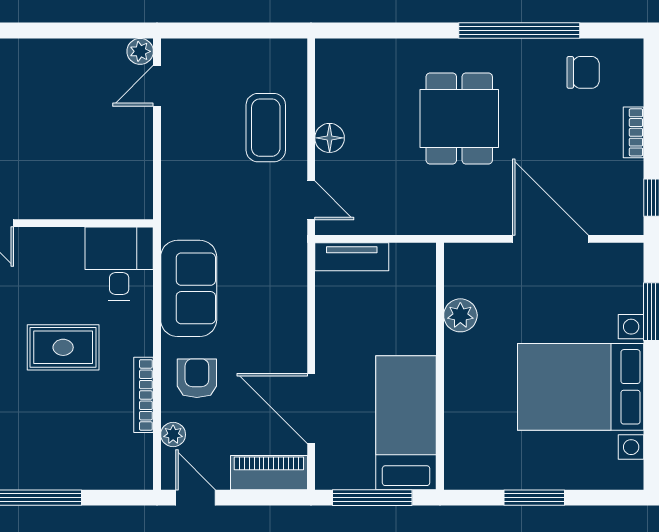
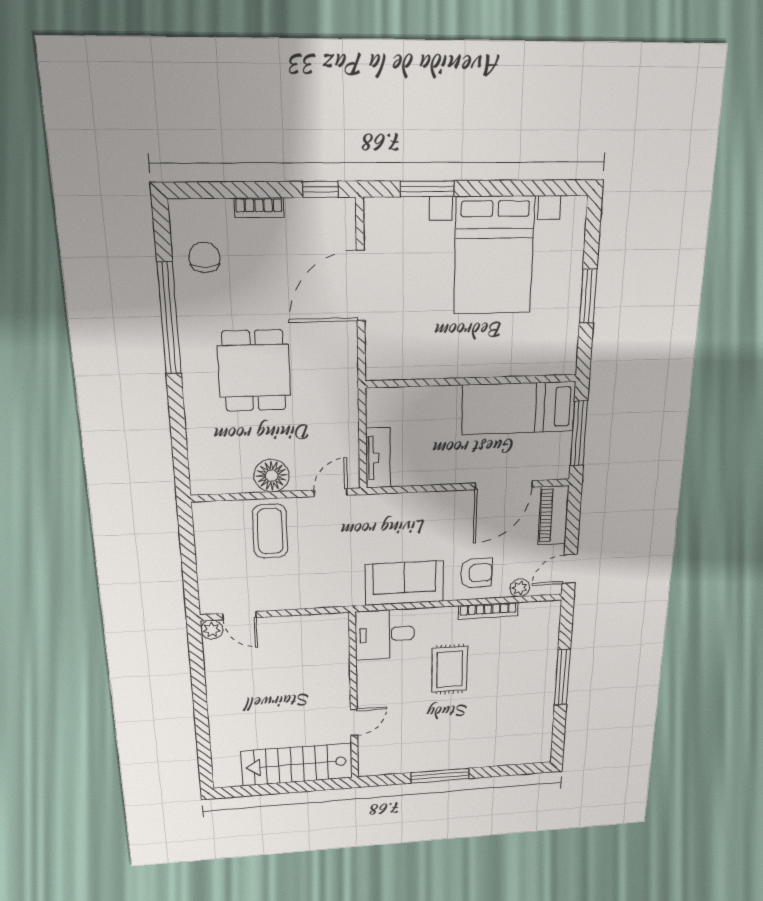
dining table: (459, 118) -> (254, 371), turned 90
coffee table: (266, 128) -> (270, 531), turned 90
floor lamp: (330, 138) -> (272, 476), width x1.38, depth x1.38
plant: (460, 315) -> (429, 365), removed
armchair: (197, 378) -> (476, 573), turned 180

